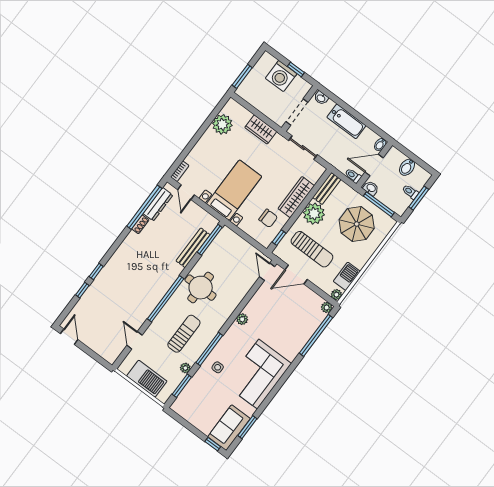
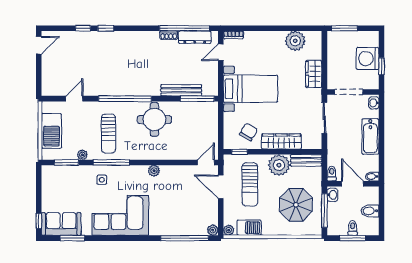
chair: (268, 218) -> (248, 132), turned -150
sun lounger: (184, 334) -> (108, 134), turned 90

